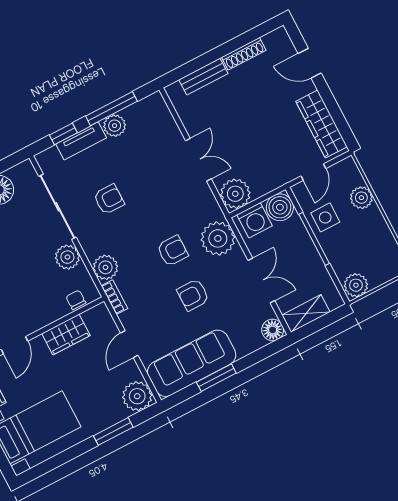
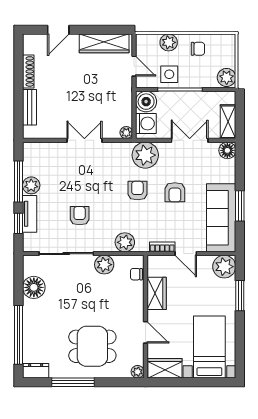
plant: (235, 194) -> (126, 133), width x0.53, depth x0.53
chair: (372, 235) -> (198, 49), added
bookcase: (114, 297) -> (162, 247), moved

